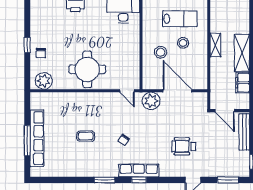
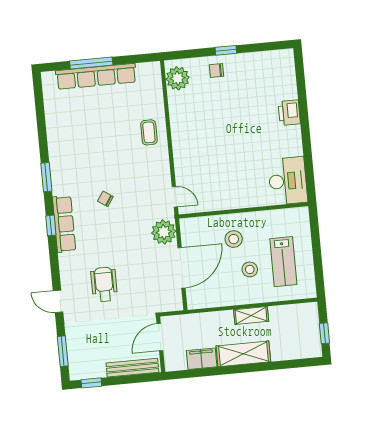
round table: (87, 69) -> (200, 138), removed
door: (127, 91) -> (175, 197), swing flipped
coffee table: (86, 136) -> (149, 132), moved

